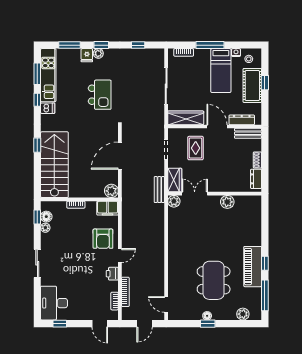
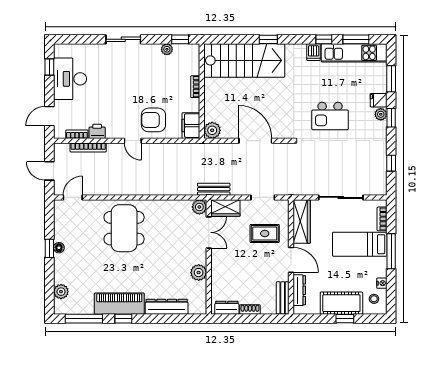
bed: (221, 71) -> (360, 244), moved
door: (217, 127) -> (291, 260), hinge flipped
floor lamp: (46, 217) -> (181, 50), removed
dresser: (255, 228) -> (167, 307), added
printer: (112, 274) -> (97, 131), moved
dining table: (214, 280) -> (124, 228), moved, turned 90
desk: (54, 303) -> (70, 79), moved, turned -90

